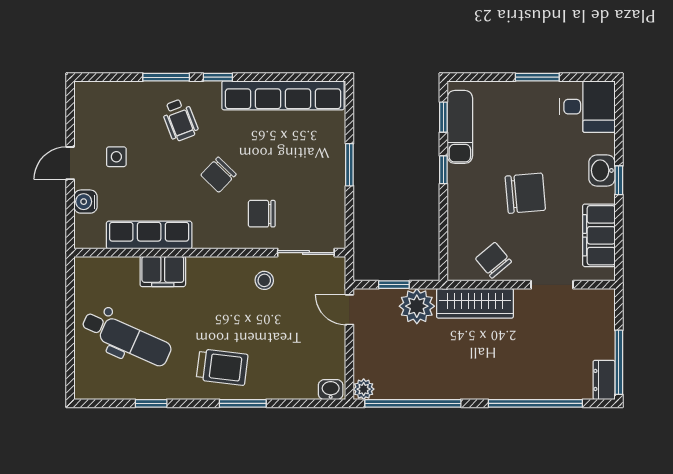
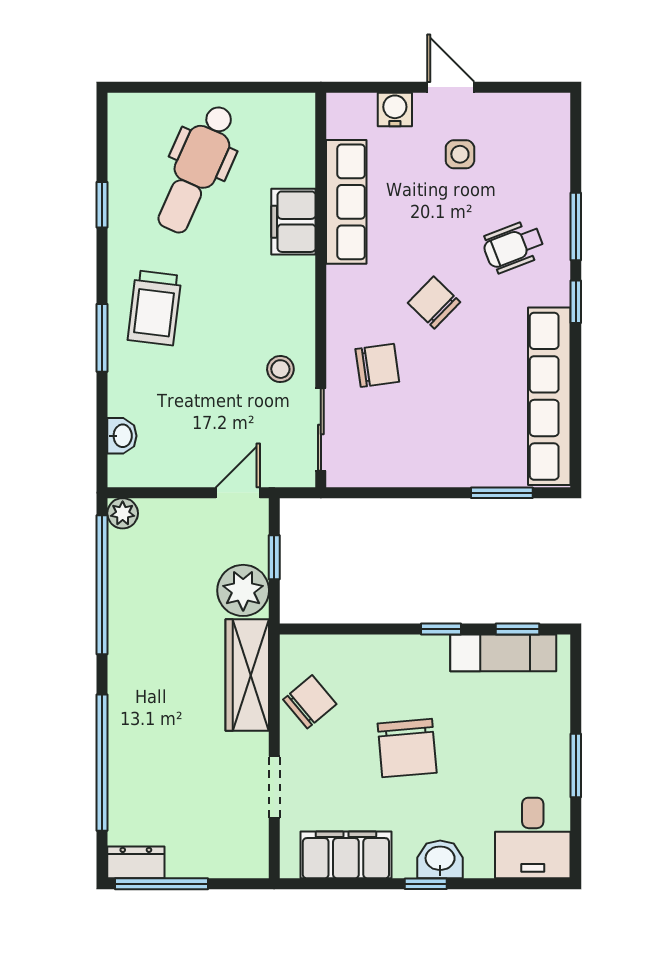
window: (349, 165) -> (502, 493), moved
chair: (262, 214) -> (377, 365), turned 82
washbasin: (331, 390) -> (122, 436), moved

